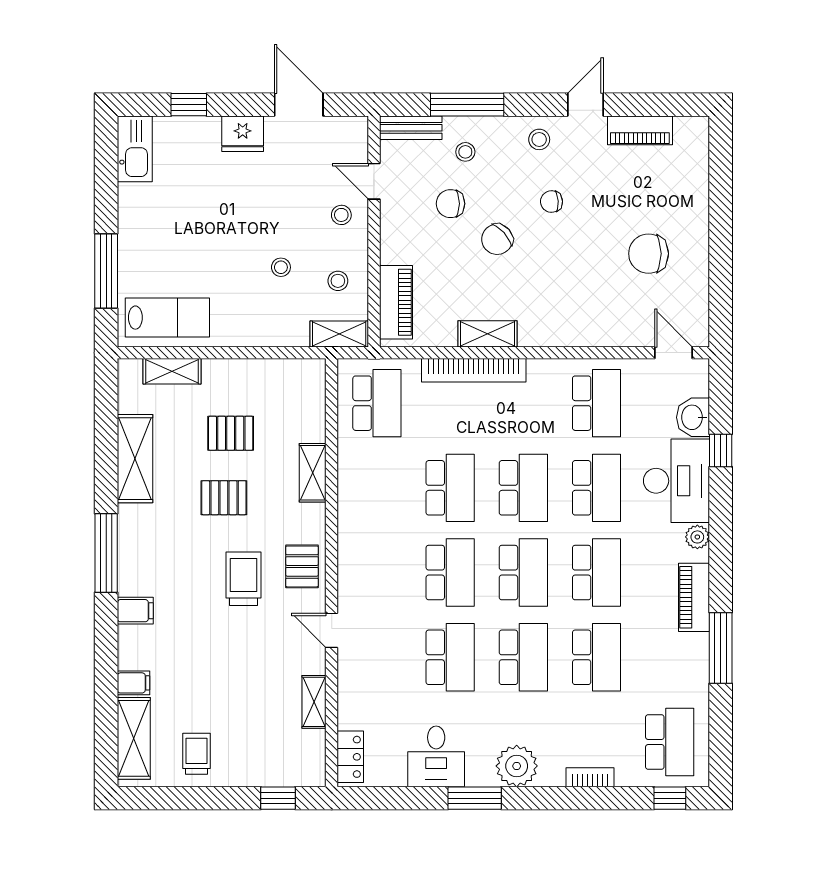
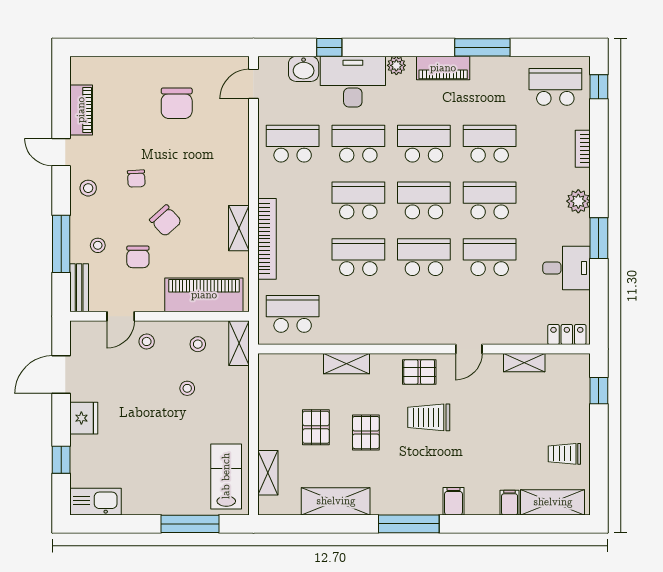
piano: (396, 302) -> (204, 295), width x1.37, depth x1.33
plant: (517, 766) -> (578, 201), width x0.73, depth x0.73

